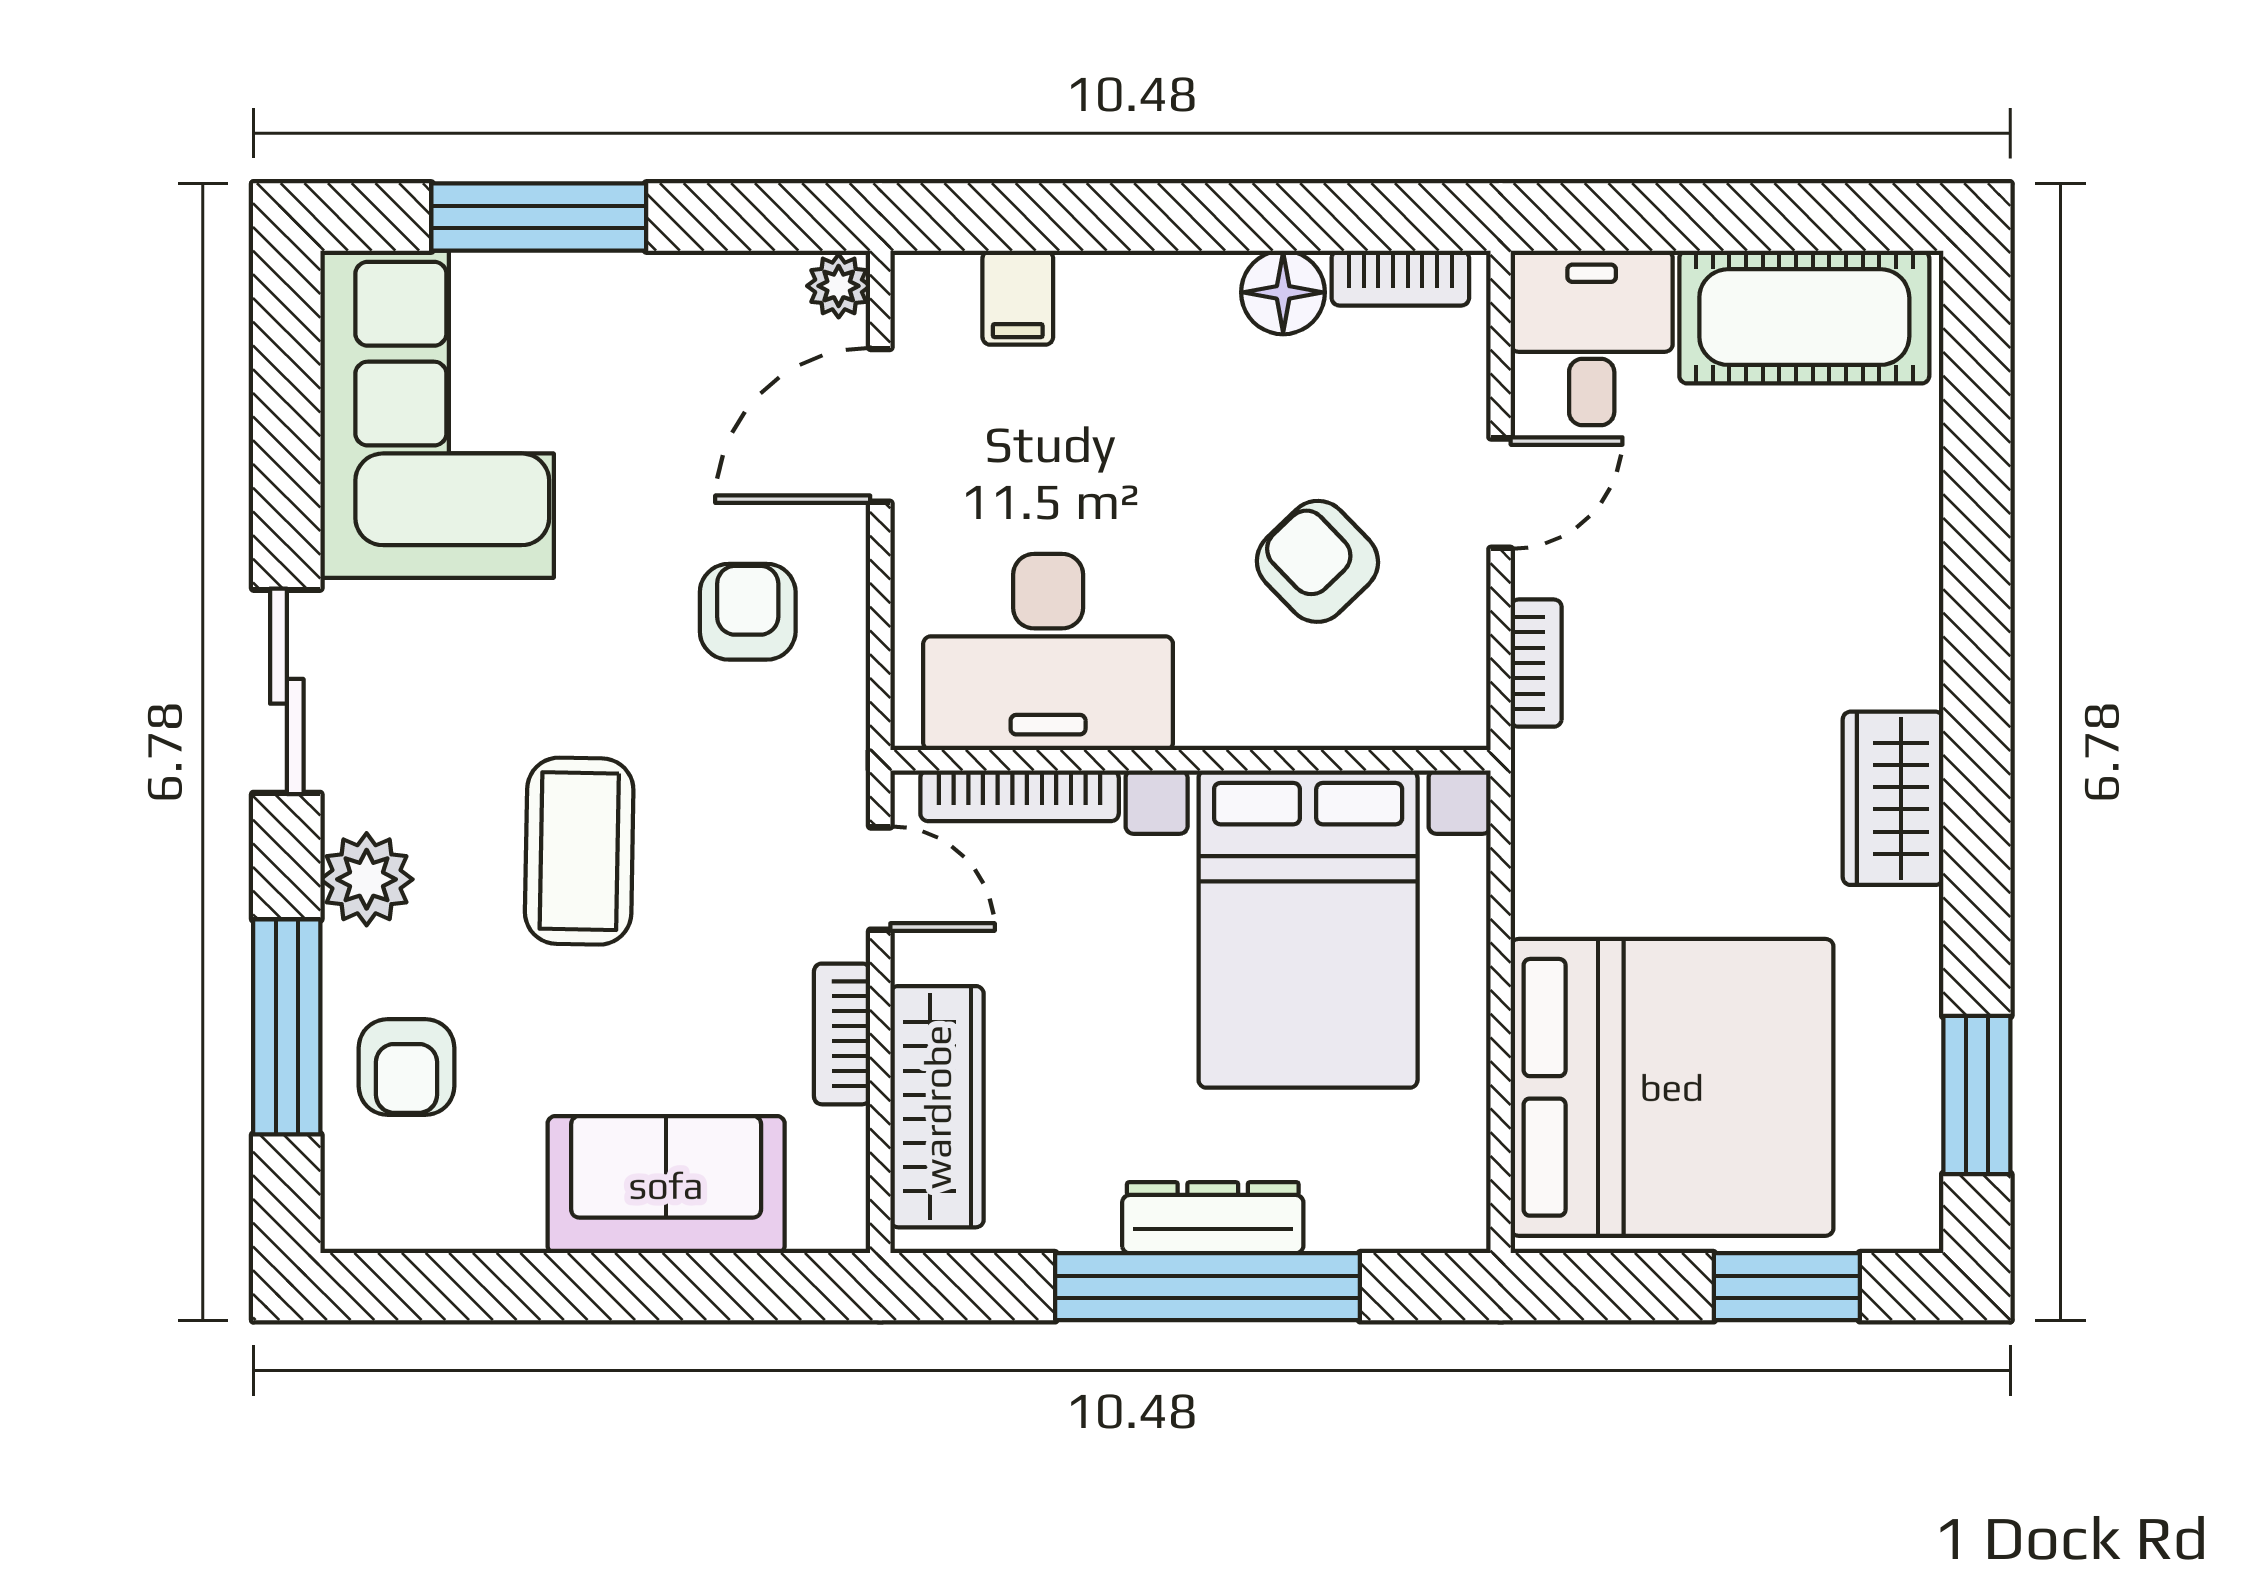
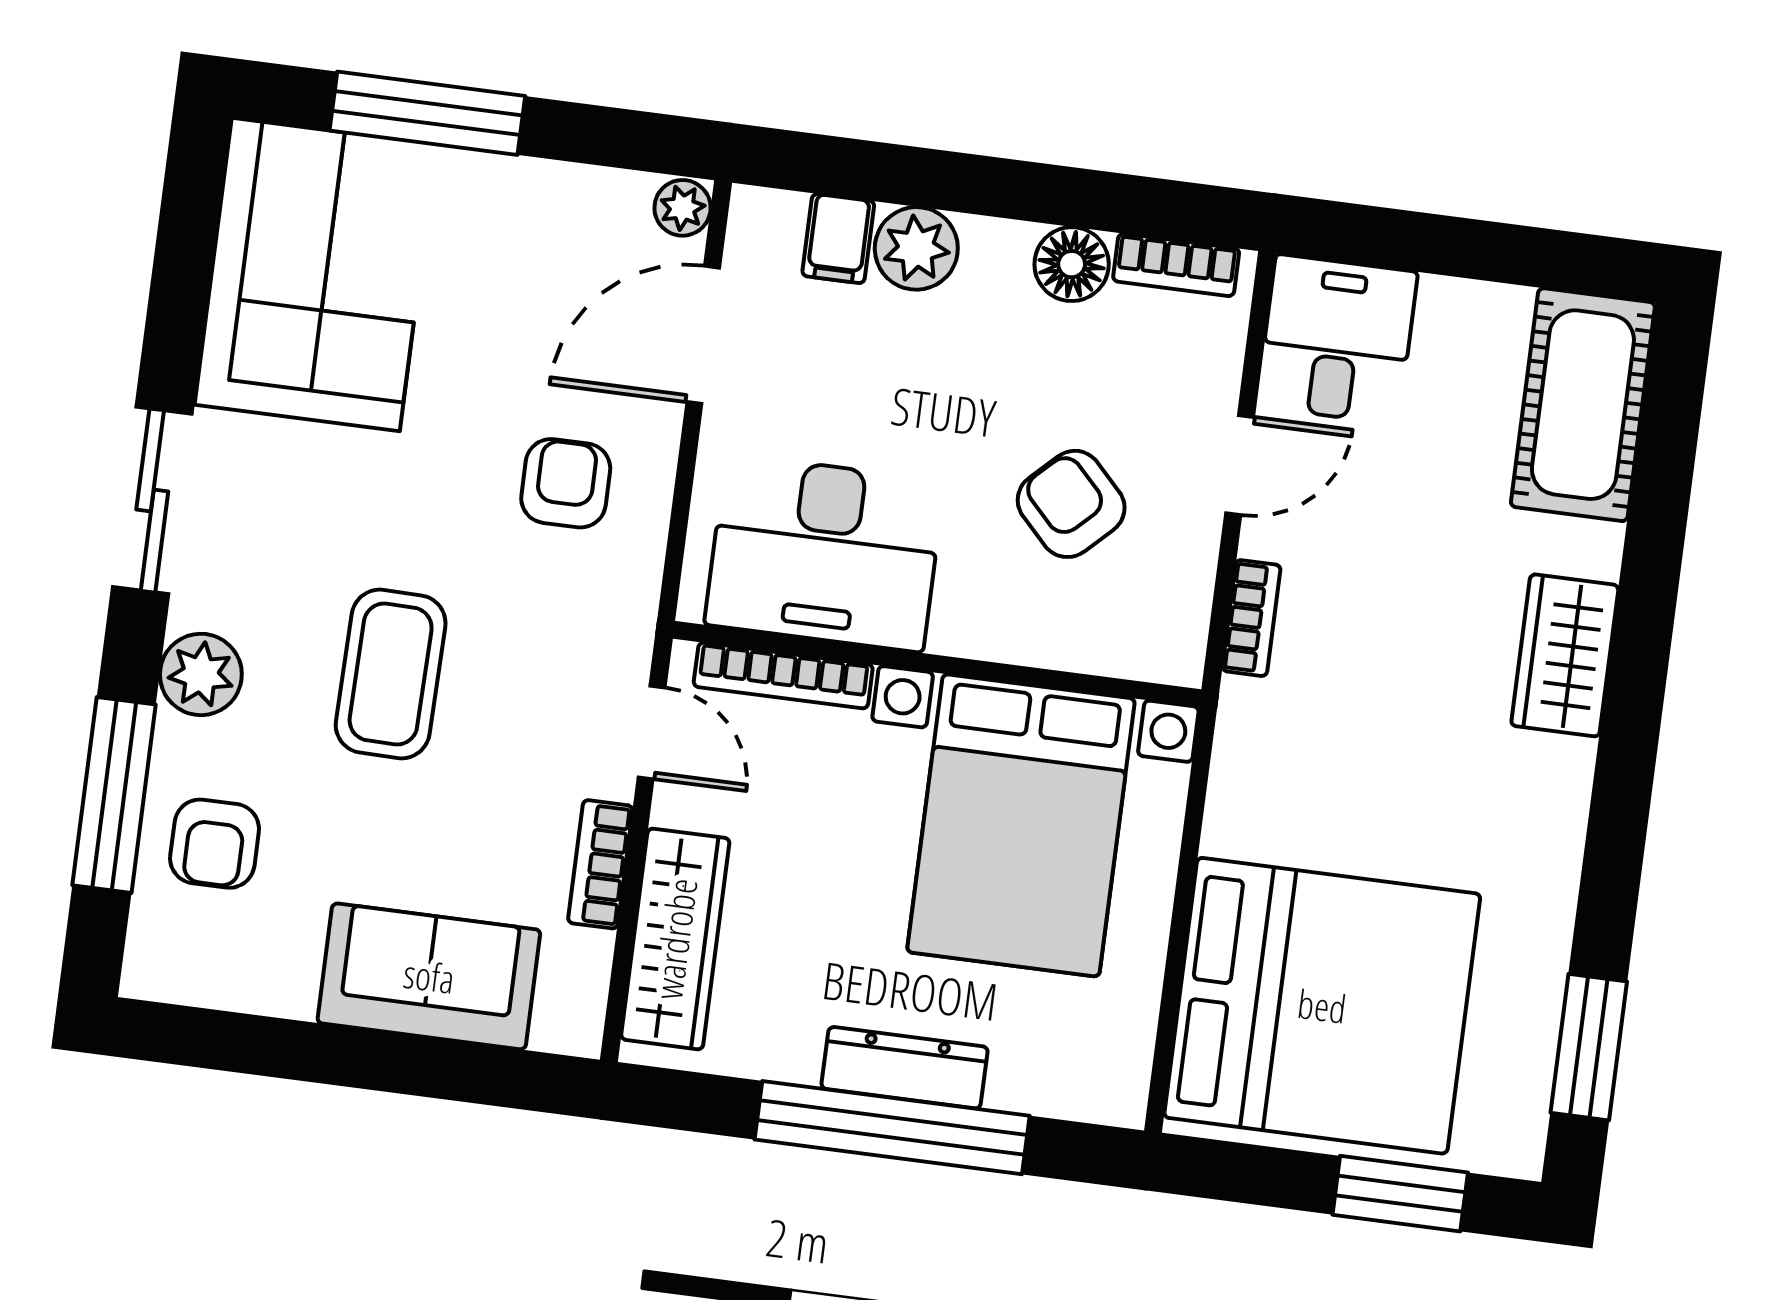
plant: (1107, 297) -> (916, 248), added
cot: (1804, 317) -> (1583, 405), moved, turned 90
wardrobe: (1893, 798) -> (1565, 655), moved

